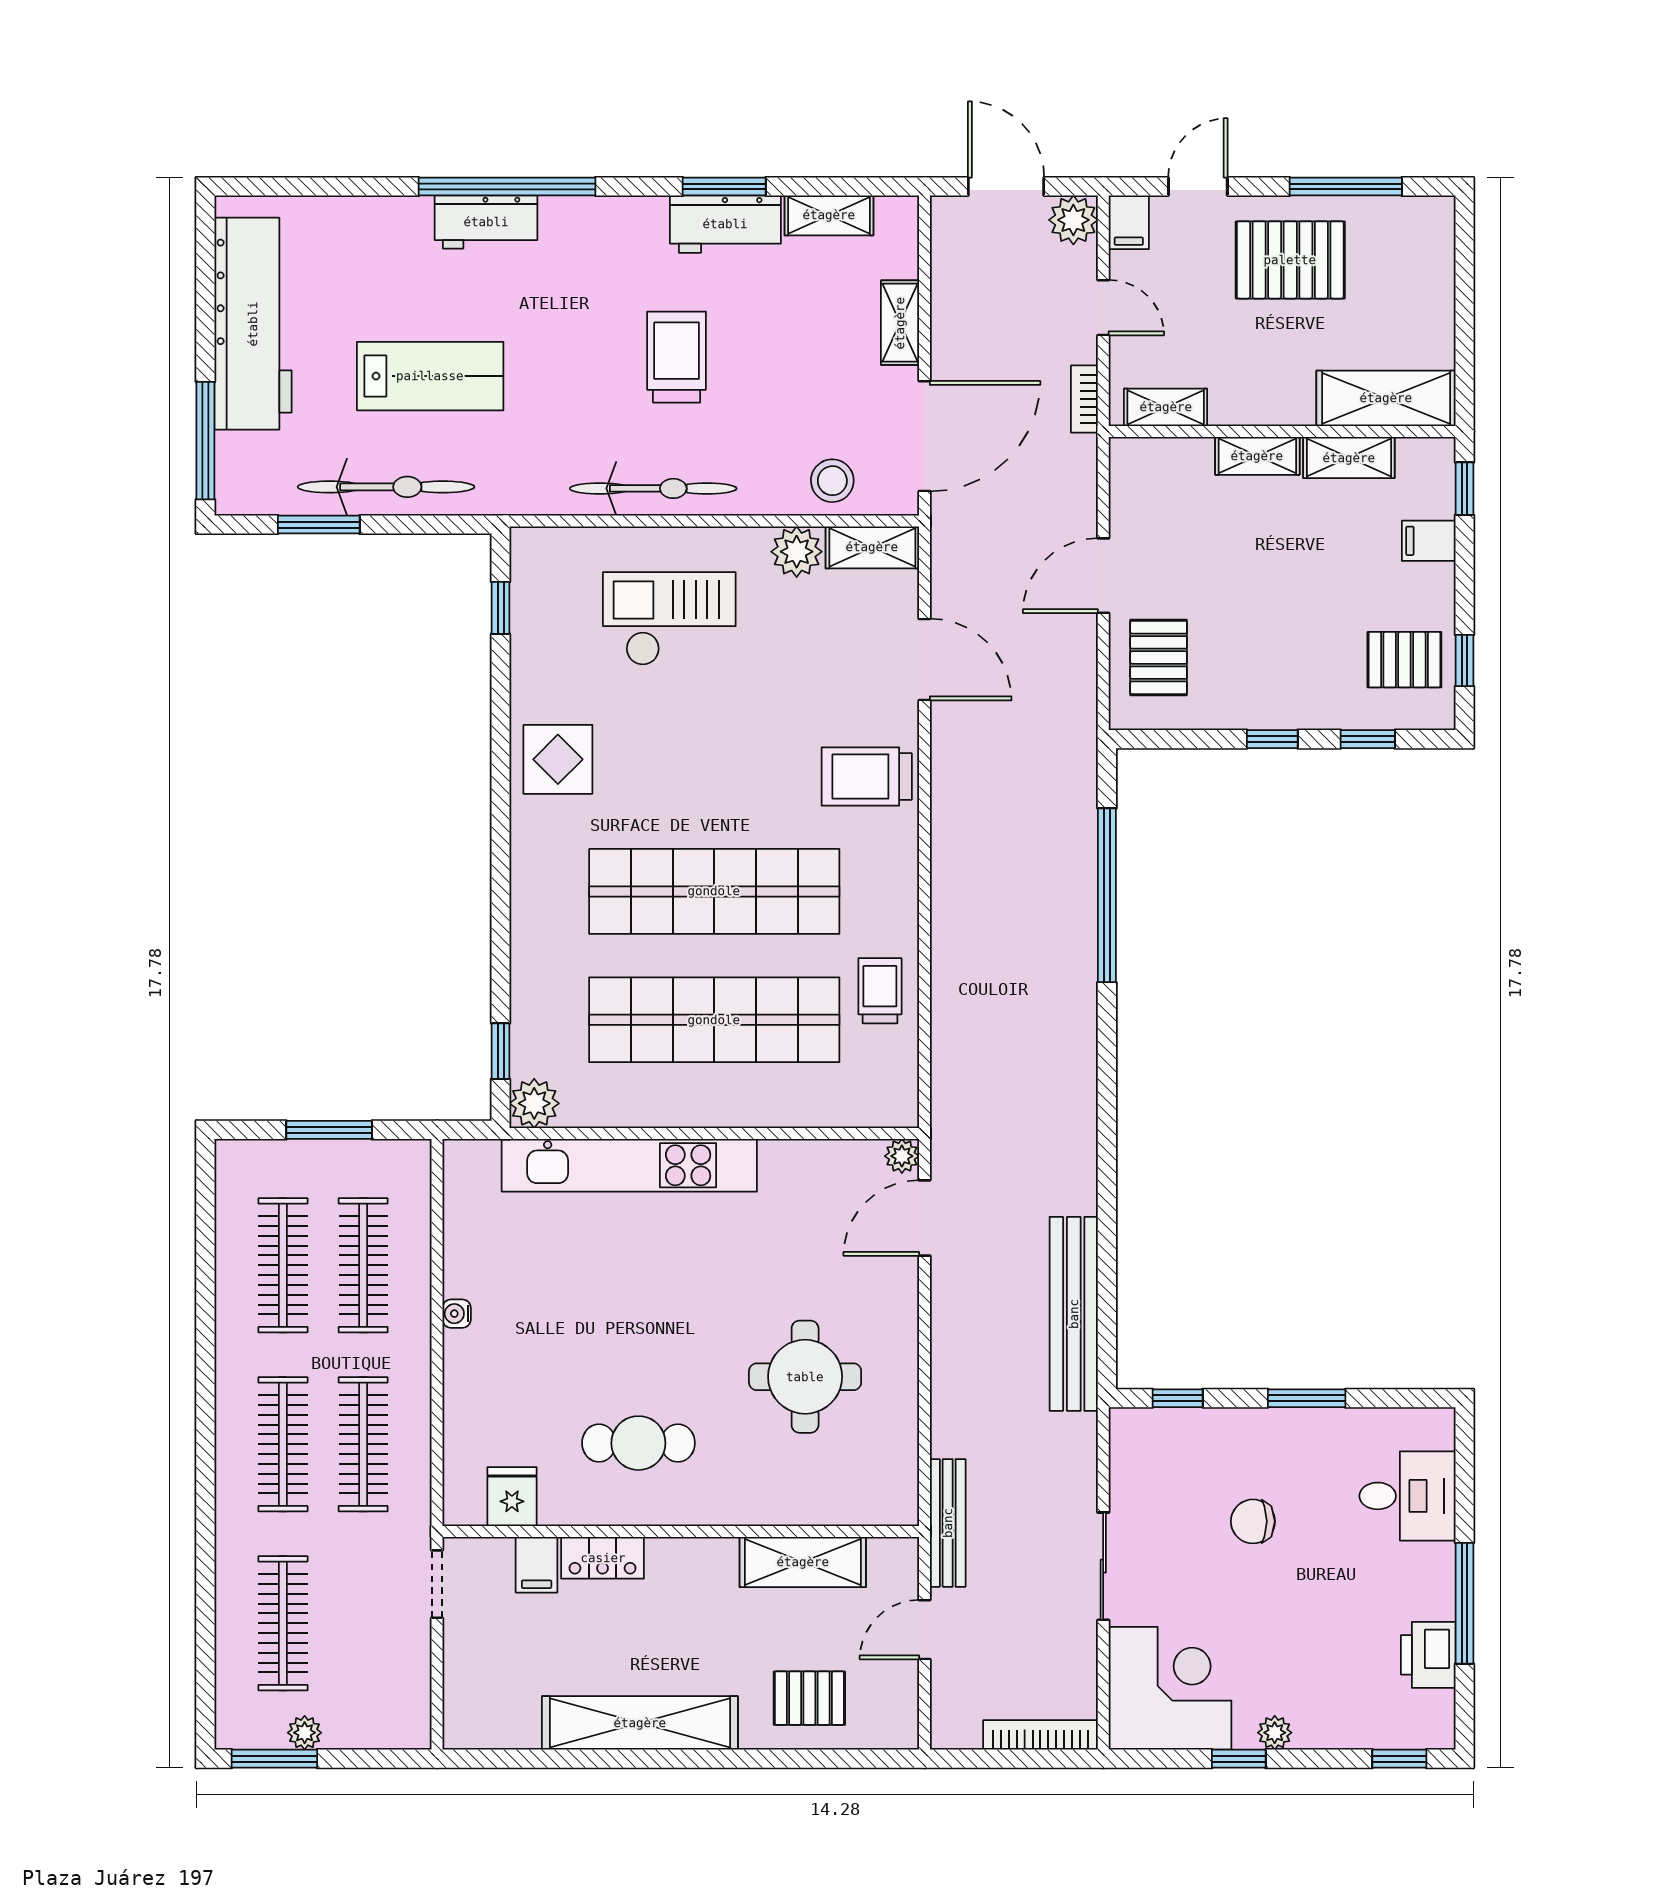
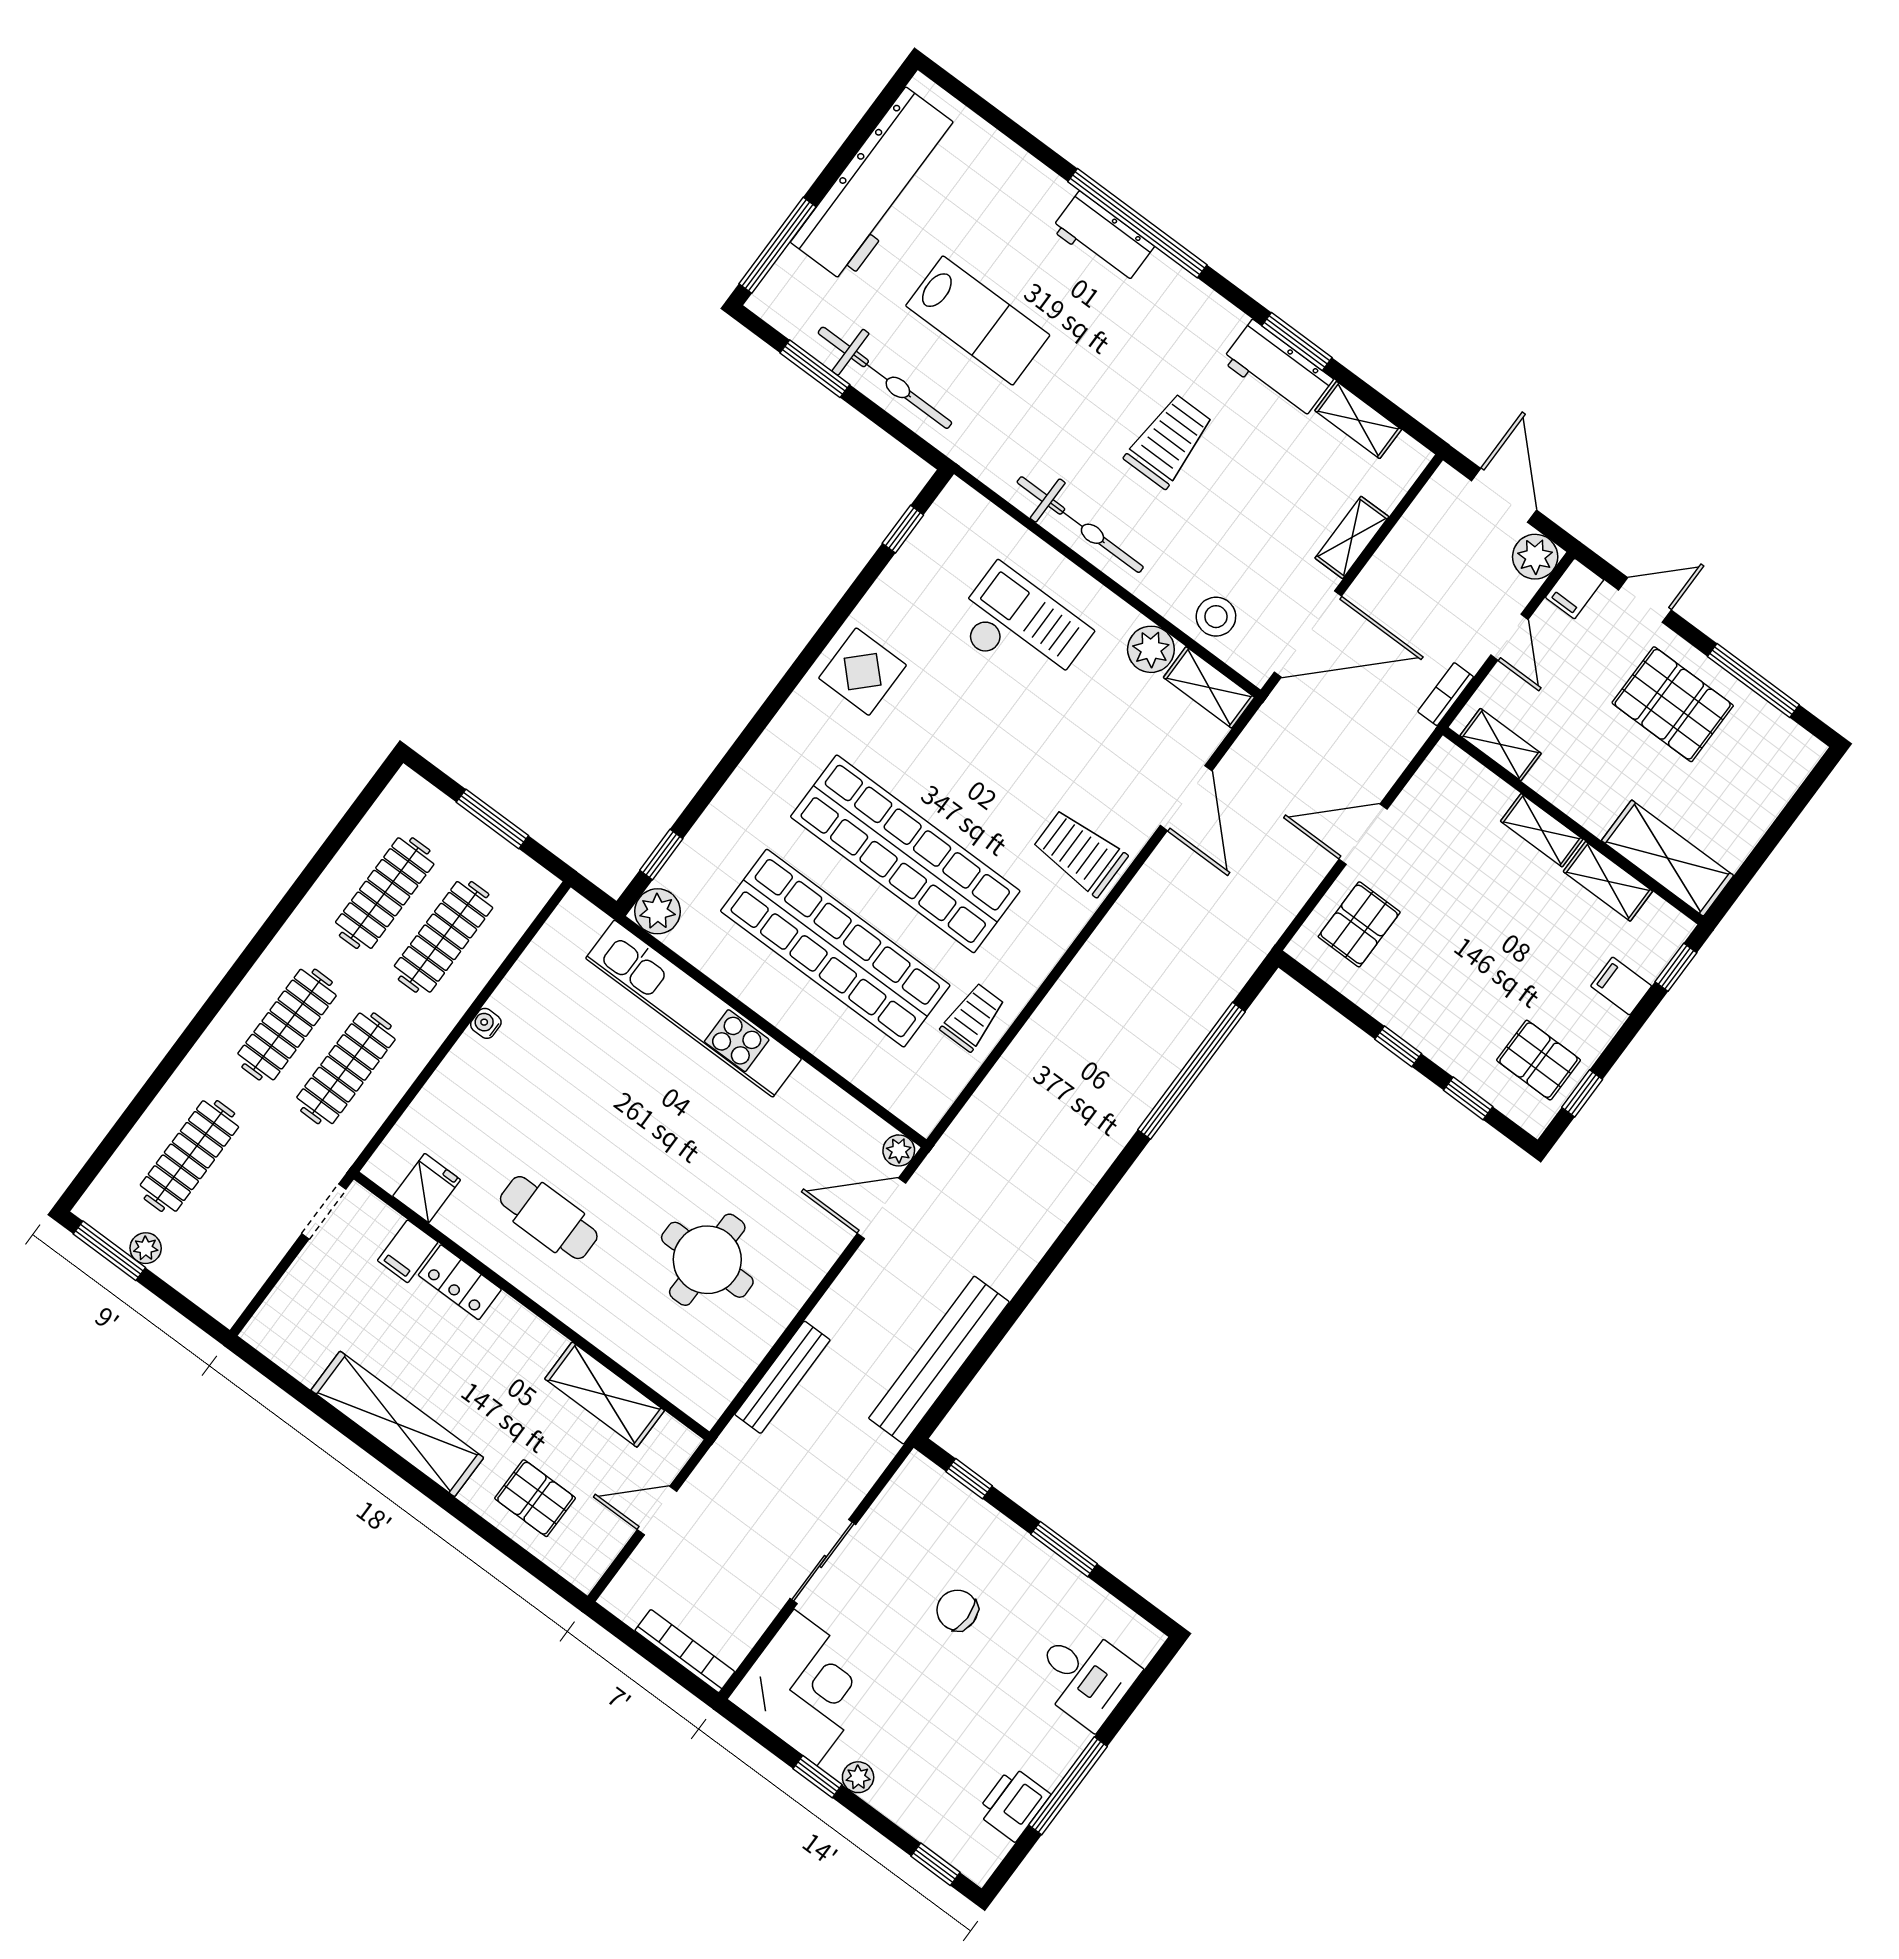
bench: (948, 1523) -> (782, 1377), moved

